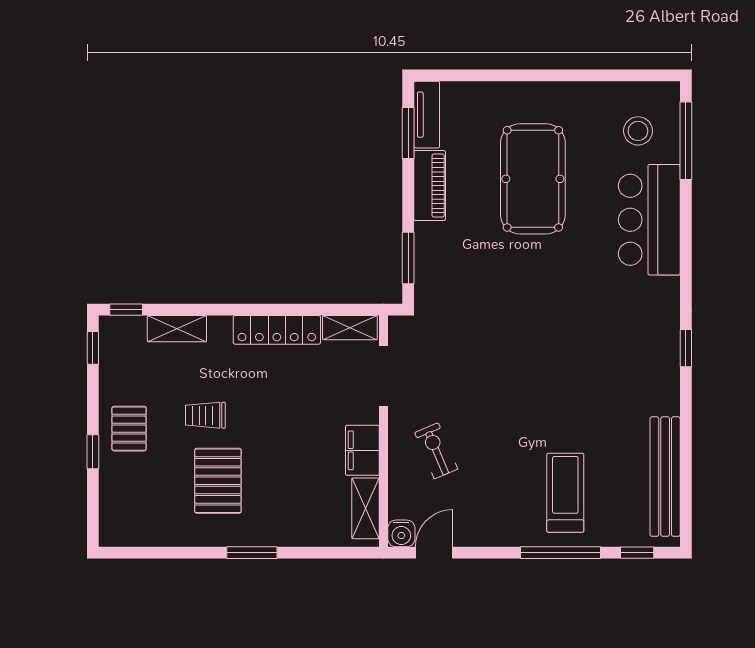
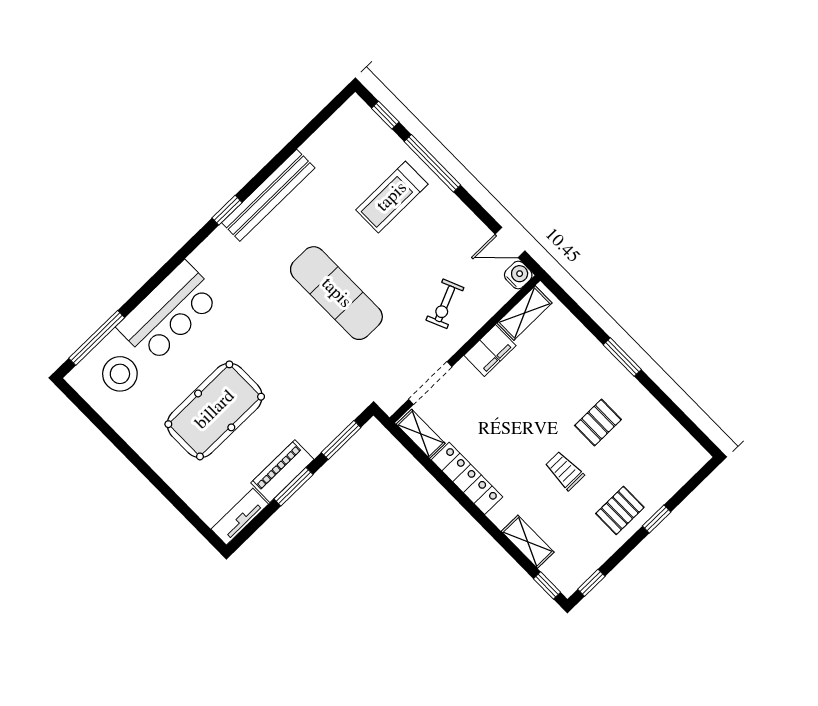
stool: (638, 131) -> (120, 374), width x1.38, depth x1.38
window: (408, 133) -> (293, 487), moved
exercise mat: (531, 371) -> (336, 293), added
trolley: (205, 415) -> (565, 471), turned 180
bench: (665, 477) -> (268, 195), moved
pallet: (218, 481) -> (598, 423), width x0.67, depth x0.71

